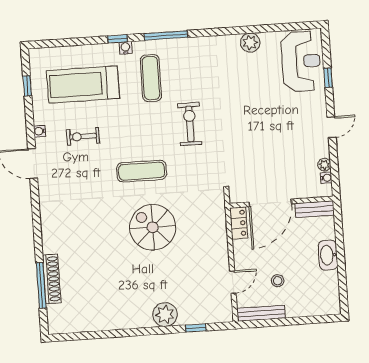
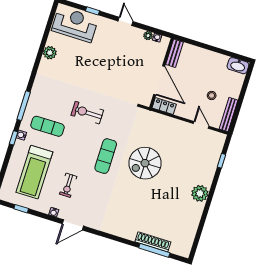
washbasin: (328, 255) -> (238, 66), moved
plant: (165, 315) -> (200, 193), moved

